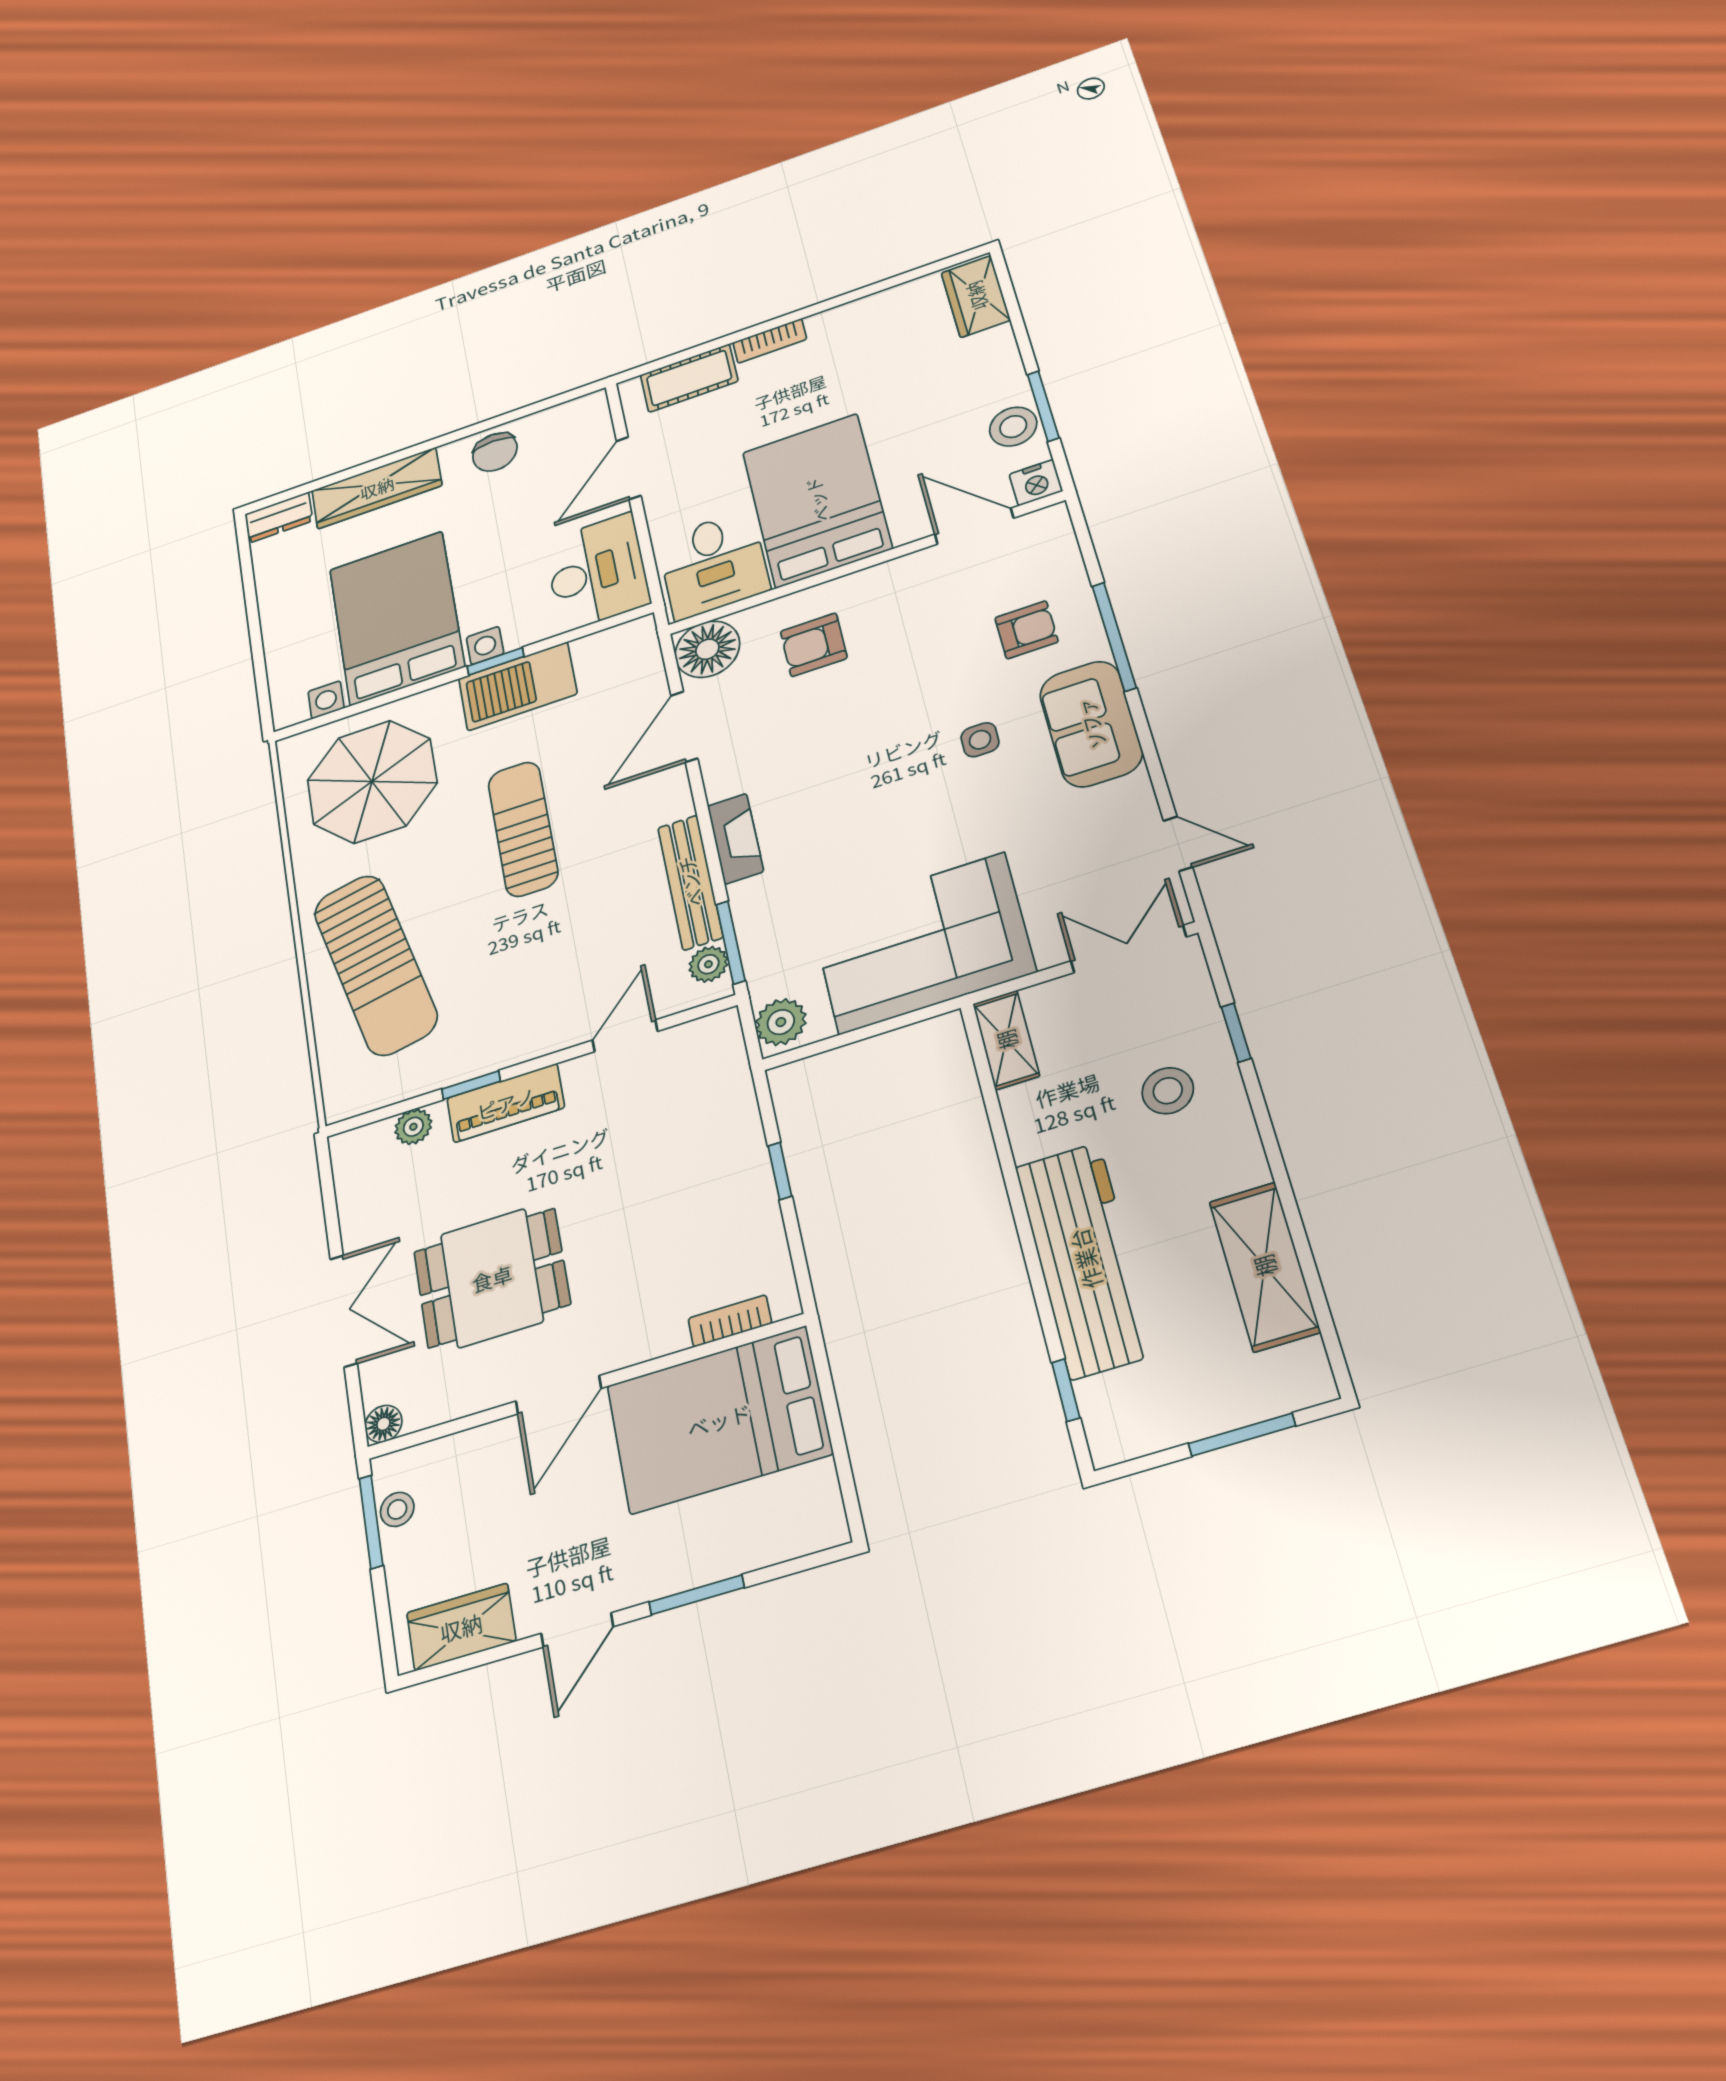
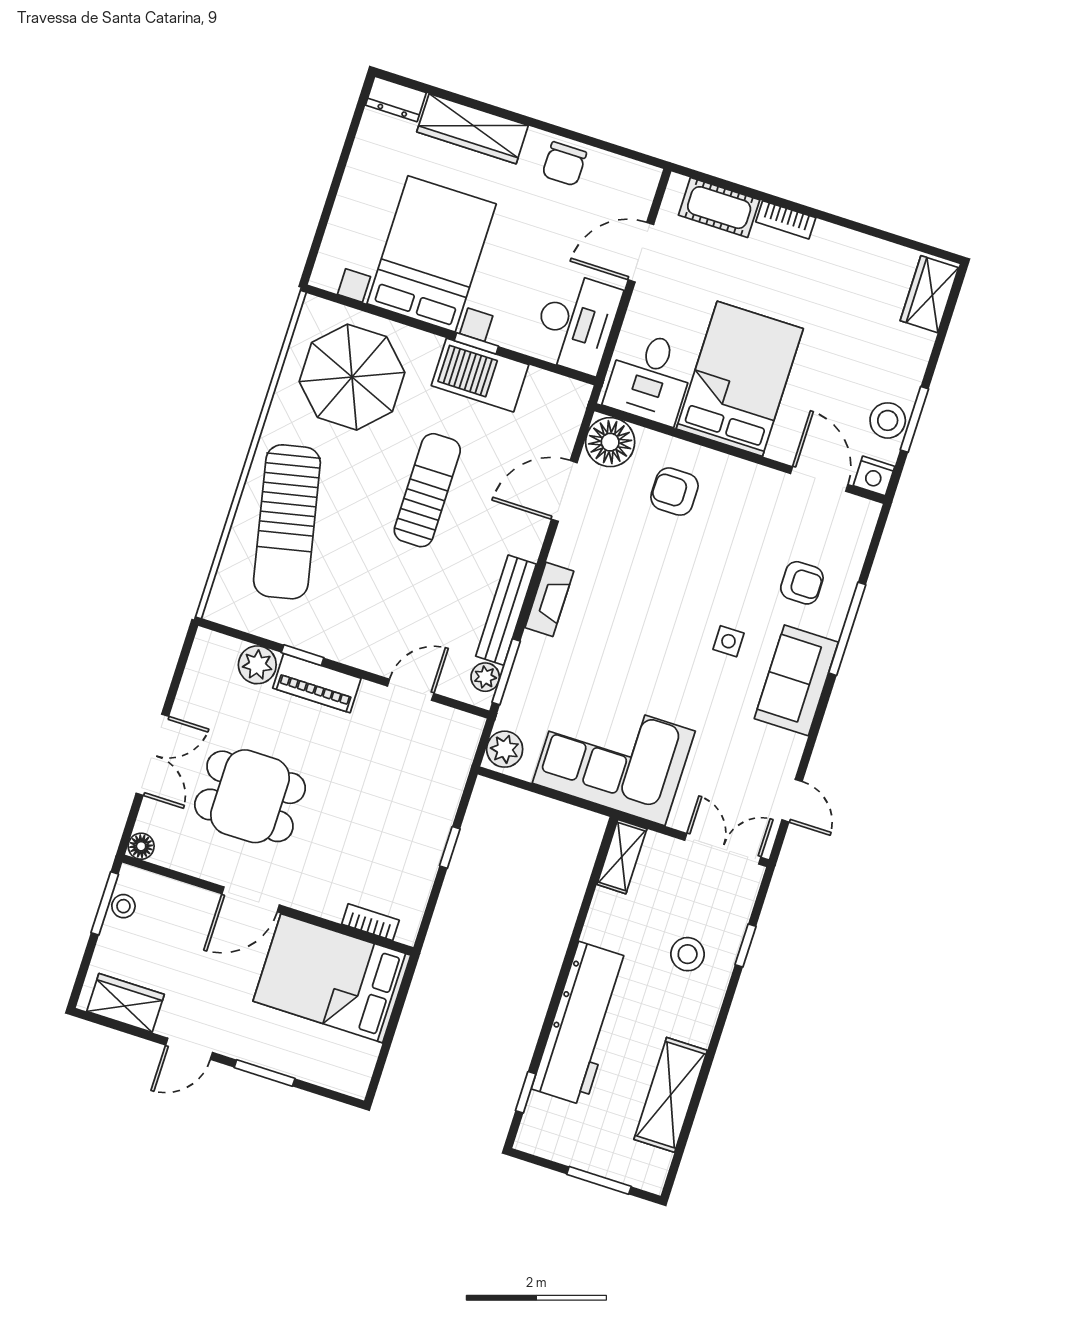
plant: (413, 1127) -> (257, 665), width x1.38, depth x1.38

